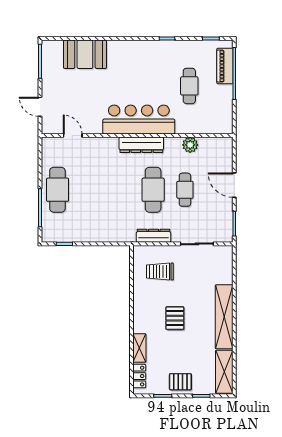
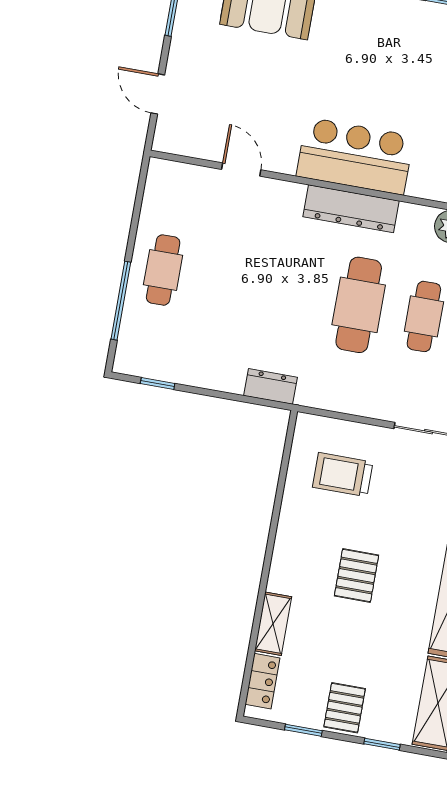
bar counter: (139, 120) -> (355, 156), width x0.73
door: (73, 136) -> (241, 170), moved
cafe table: (57, 190) -> (163, 270), width x0.73, depth x0.74
dresser: (154, 236) -> (270, 386), moved, width x0.70
pallet: (180, 382) -> (345, 708), turned 90

